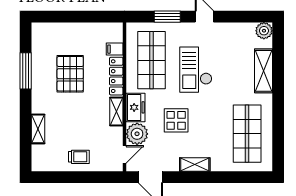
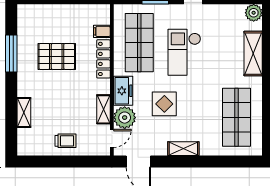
pallet: (70, 74) -> (57, 56), turned 90
shelving: (116, 111) -> (104, 109), moved

